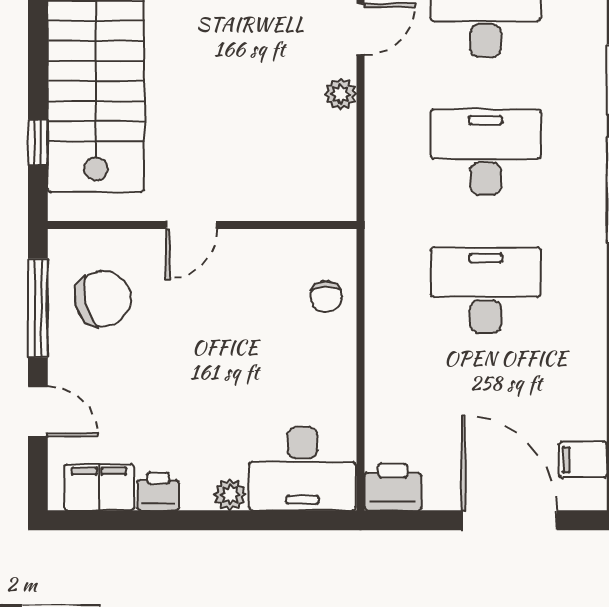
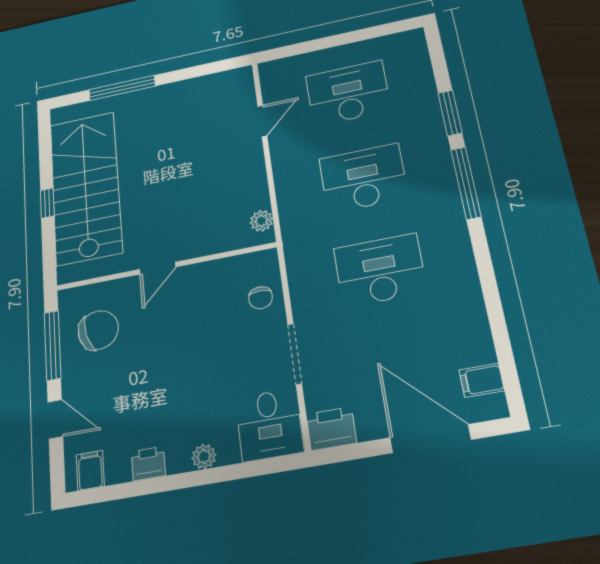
plant: (341, 94) -> (261, 221), moved
window: (38, 142) -> (47, 203), moved
doorway: (361, 383) -> (295, 354), added
desk: (302, 469) -> (269, 425), width x0.73
filing cabinet: (99, 487) -> (90, 470), width x0.50

